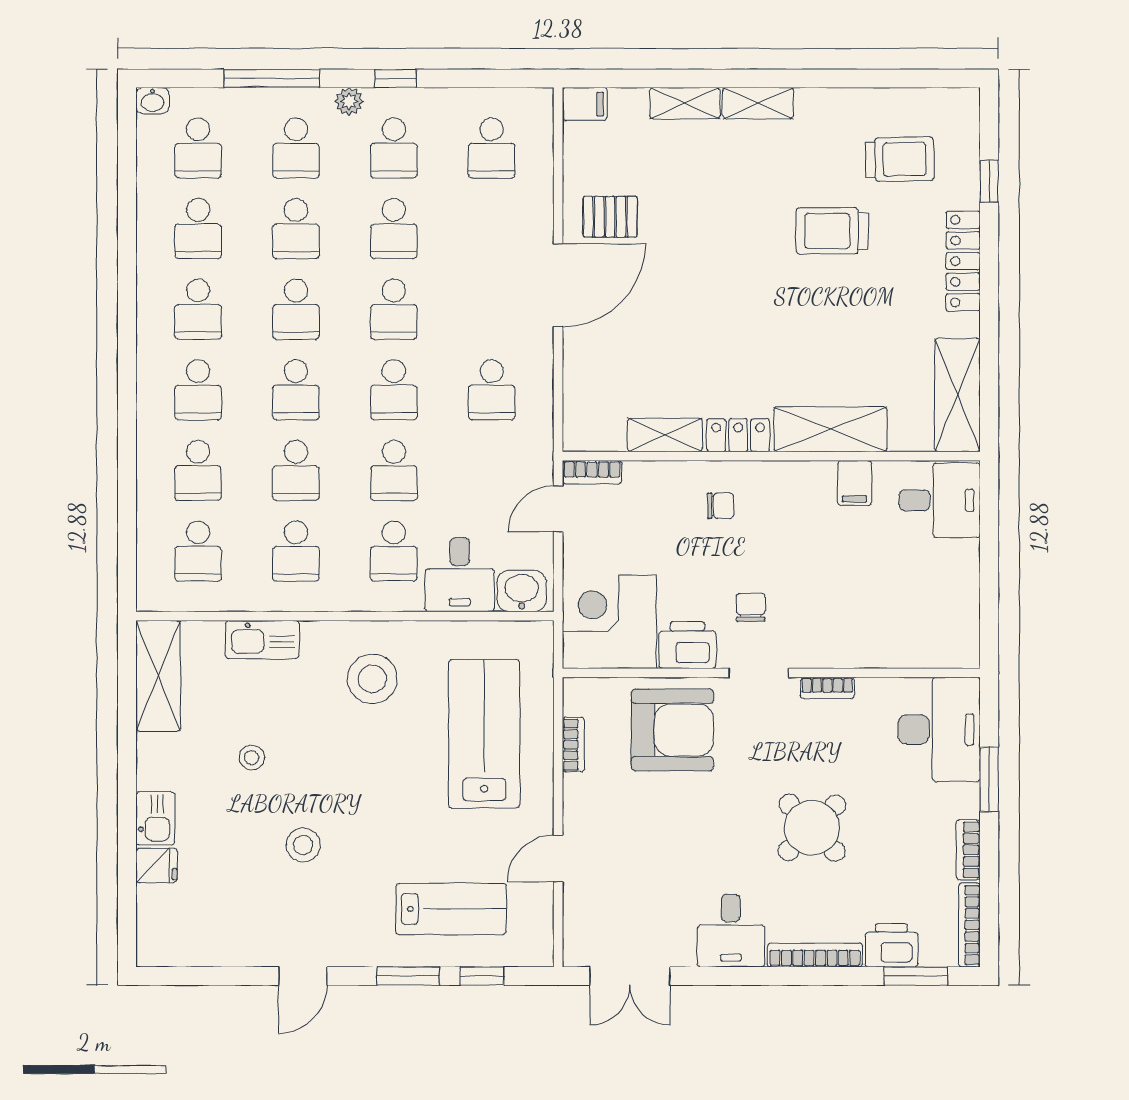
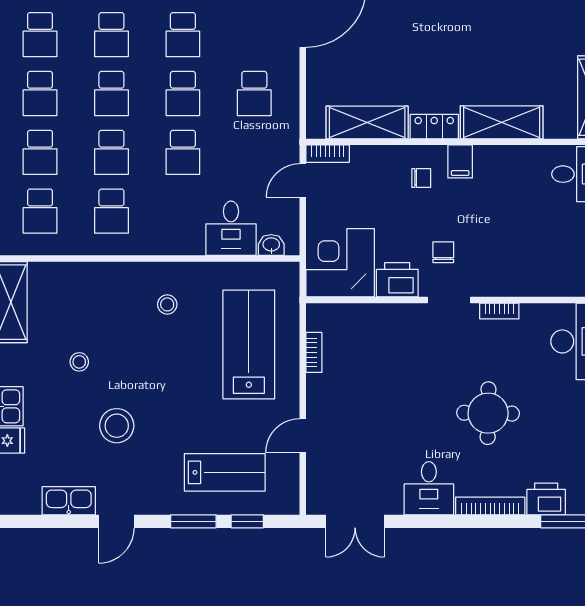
shelving: (665, 435) -> (367, 122), width x1.50, depth x1.33
filing cabinet: (855, 483) -> (460, 161), moved
school desk: (394, 551) -> (183, 211), removed
washbasin: (522, 591) -> (271, 245), width x0.72, depth x0.69
kitchen sink: (262, 640) -> (69, 501), moved, turned 180
stool: (372, 679) -> (167, 304), width x0.53, depth x0.53
armchair: (672, 730) -> (386, 342), removed
round table: (812, 828) -> (488, 413), turned 45
stool: (303, 845) -> (117, 426), width x1.38, depth x1.38

